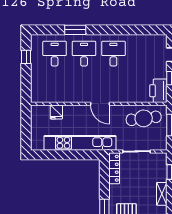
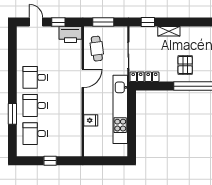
window: (26, 57) -> (50, 161), moved
door: (100, 104) -> (83, 78), moved
fridge: (56, 112) -> (91, 120), moved
cafe table: (144, 118) -> (97, 49), width x0.73, depth x0.74

